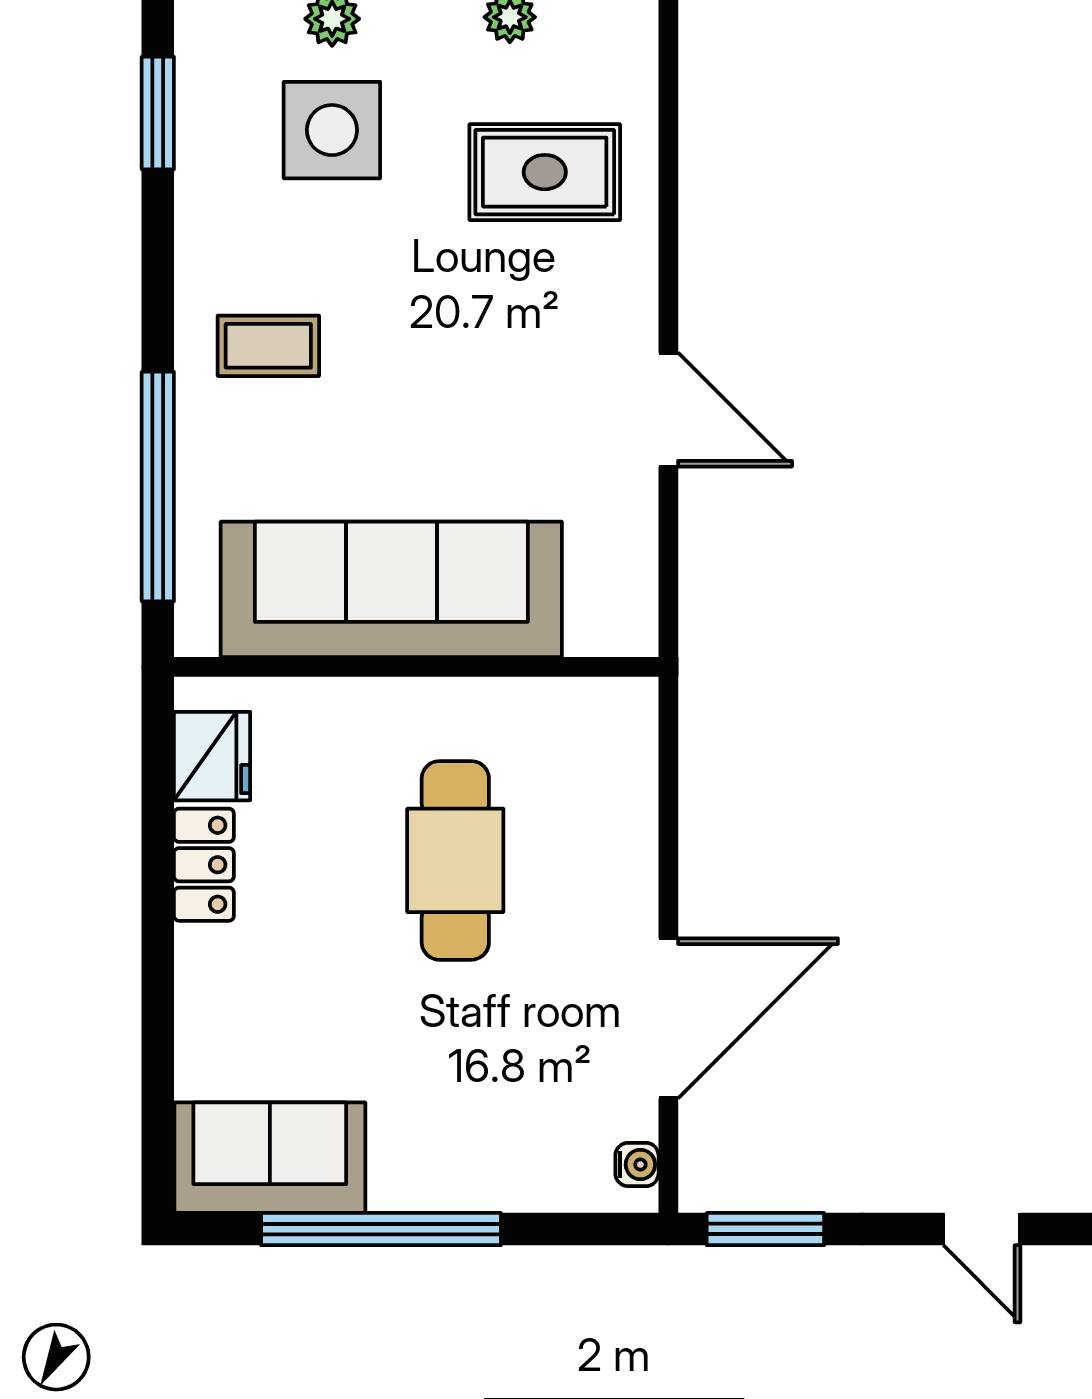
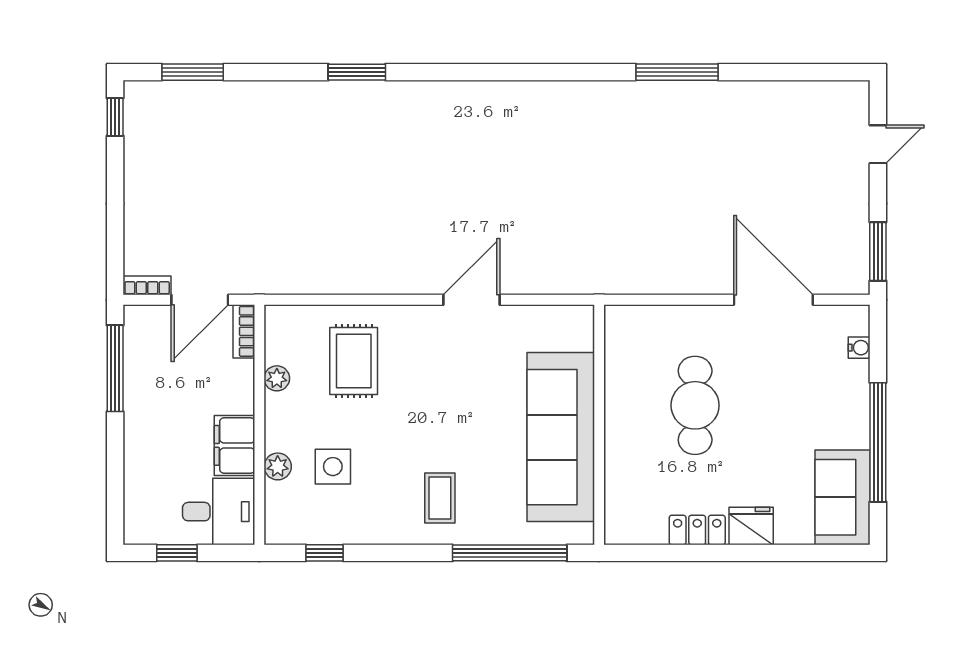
window: (158, 113) -> (324, 553), width x0.67
side table: (332, 130) -> (333, 467), width x0.73, depth x0.73
fridge: (212, 756) -> (751, 526), moved
cafe table: (455, 860) -> (695, 405), turned 90
water cooler: (637, 1165) -> (859, 348), moved, turned 90

